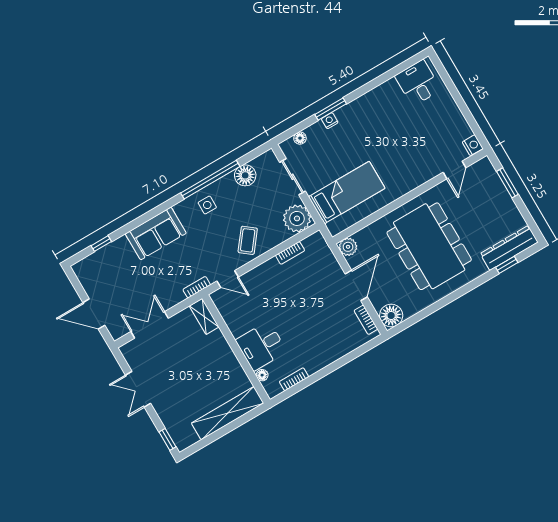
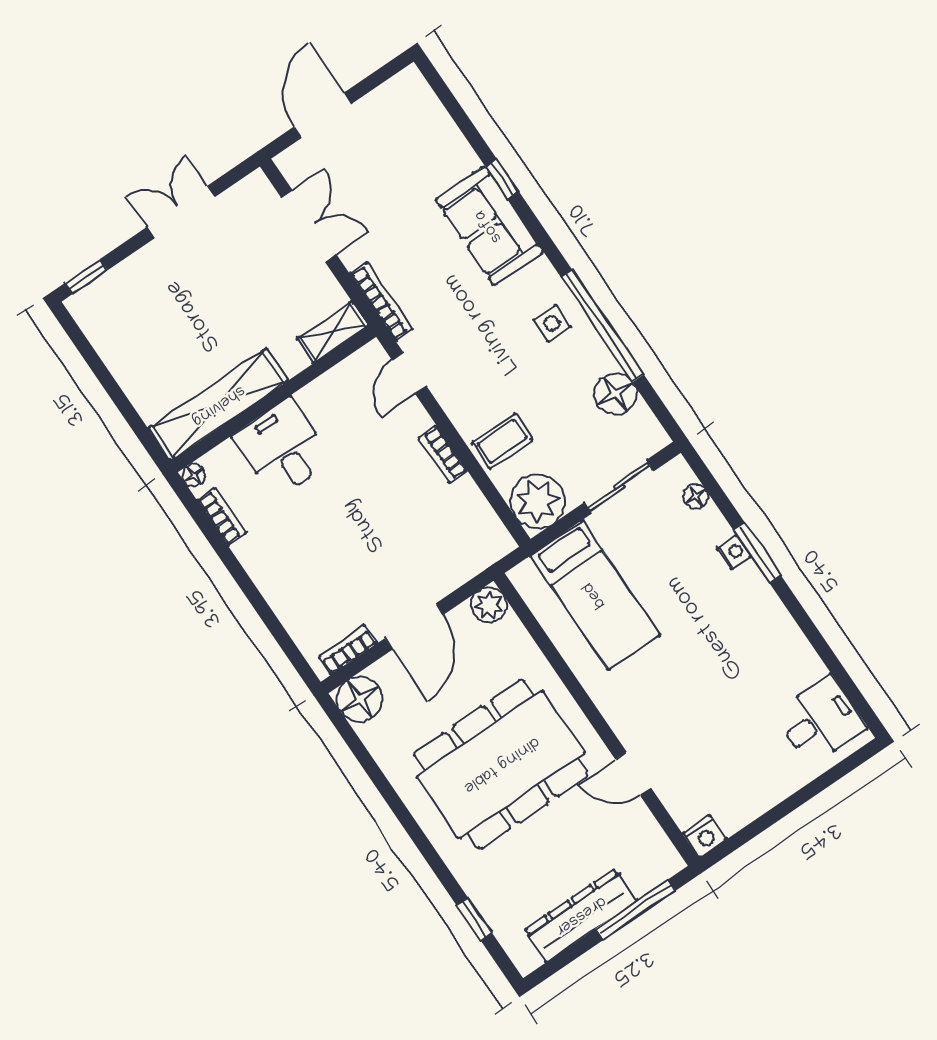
door: (454, 170) -> (633, 774), moved
window: (507, 183) -> (636, 910), width x1.44
coffee table: (248, 240) -> (502, 441), moved, turned -38
window: (101, 244) -> (502, 179), moved
dresser: (509, 248) -> (580, 915), moved, turned -90
bookcase: (290, 253) -> (443, 454), moved
door: (356, 285) -> (414, 626), hinge flipped
bookcase: (197, 287) -> (381, 301), width x1.56
floor lamp: (262, 375) -> (194, 475), moved
shelving: (228, 413) -> (218, 405), moved, turned 90

